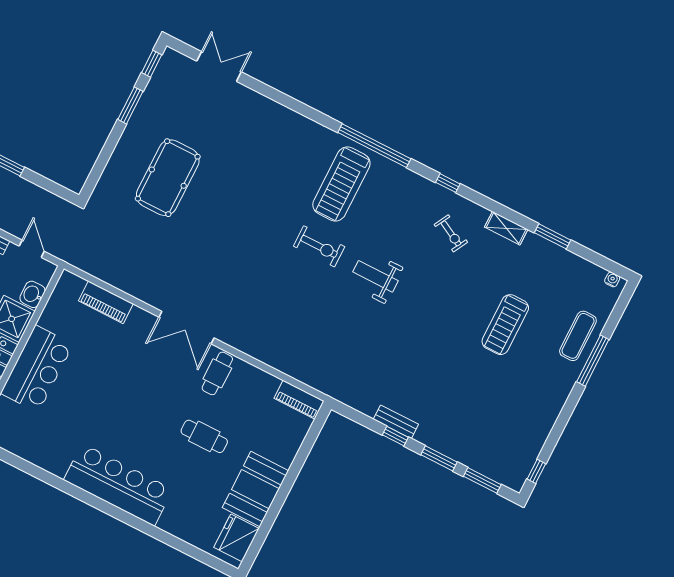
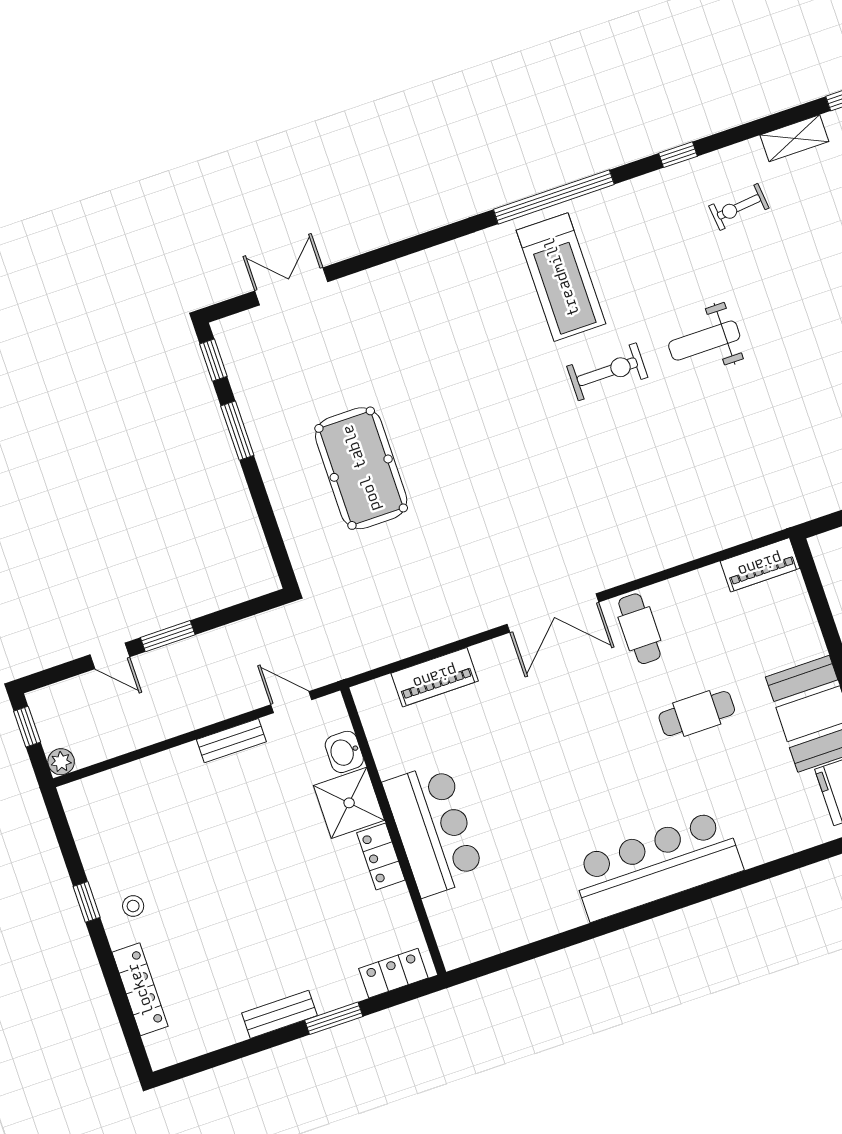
exercise bike: (451, 233) -> (739, 207), turned 146

